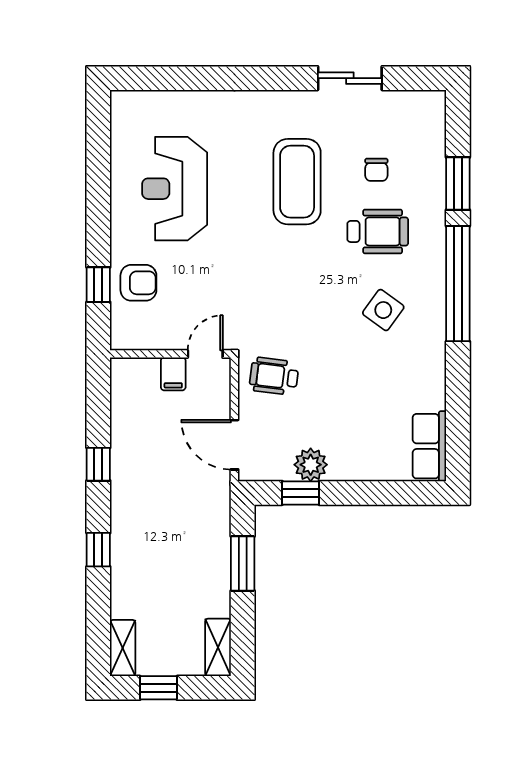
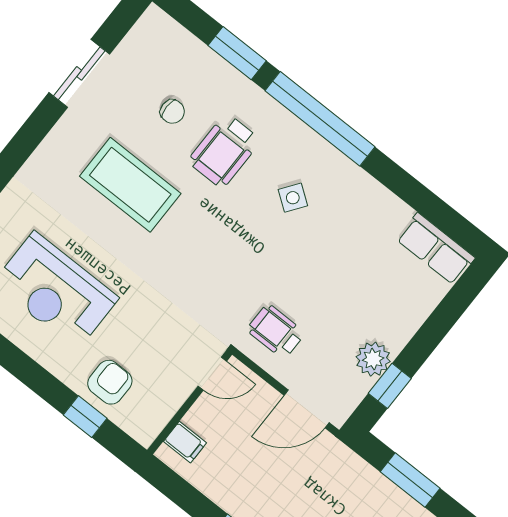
wheelchair: (378, 231) -> (224, 151), turned 180
side table: (383, 310) -> (293, 198), width x0.73, depth x0.73
door: (205, 354) -> (212, 374), swing flipped
filing cabinet: (173, 374) -> (185, 442), moved
wheelchair: (274, 376) -> (276, 331), turned 83

